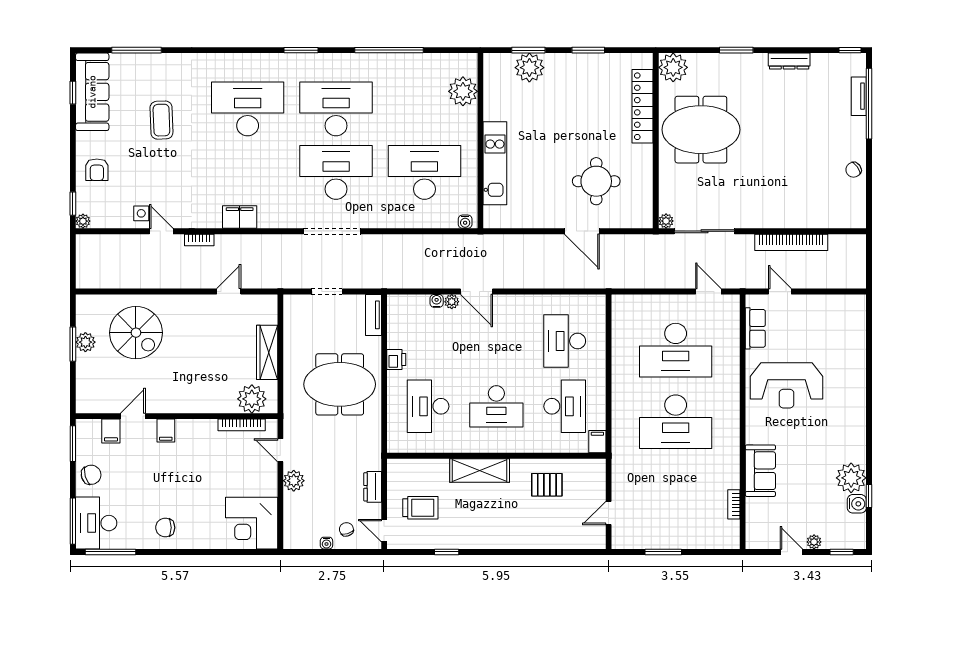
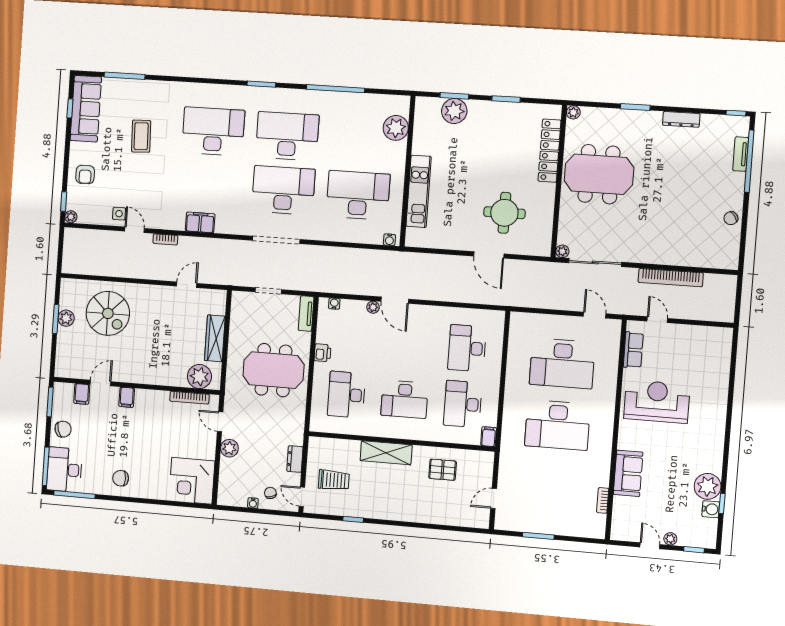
plant: (673, 67) -> (573, 112), width x0.53, depth x0.53
water cooler: (437, 301) -> (334, 304), moved
reception desk: (786, 385) -> (657, 402), turned 180
desk: (565, 406) -> (463, 404), turned 180

